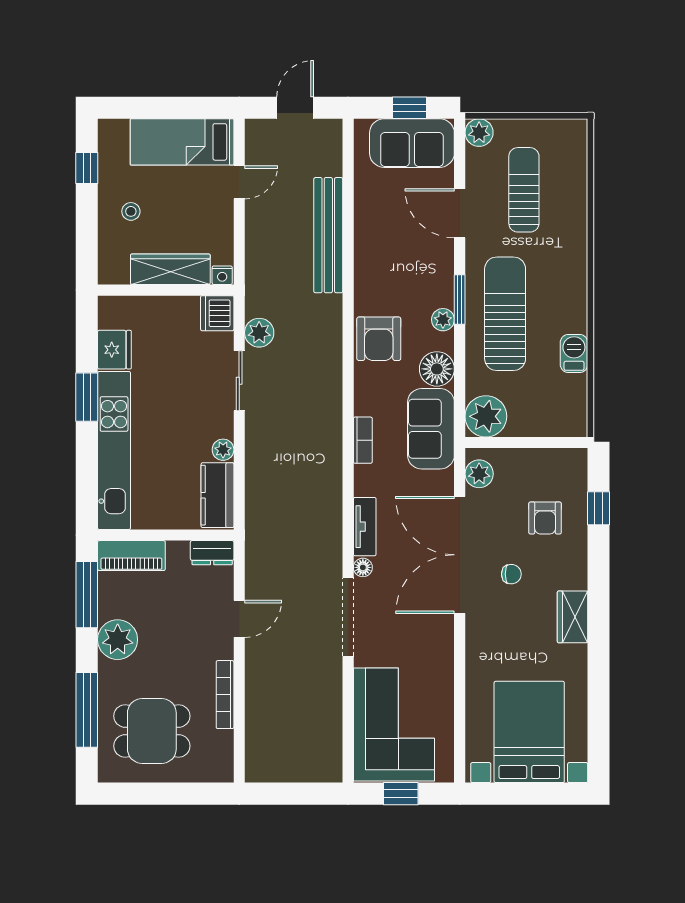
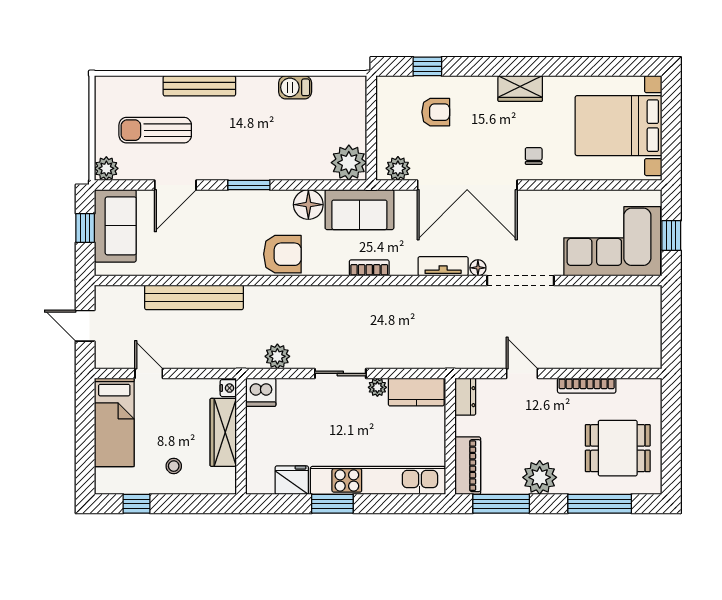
bench: (576, 242) -> (199, 86), added
sun lounger: (505, 314) -> (261, 146), removed
plant: (443, 320) -> (266, 199), removed
sliding door: (239, 381) -> (340, 373), moved
chair: (511, 574) -> (534, 156), moved
dining table: (152, 731) -> (618, 448), turned 90

